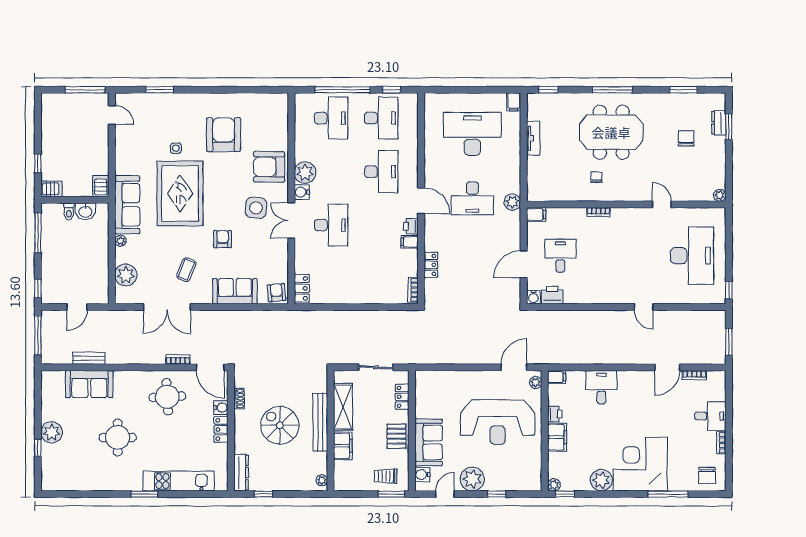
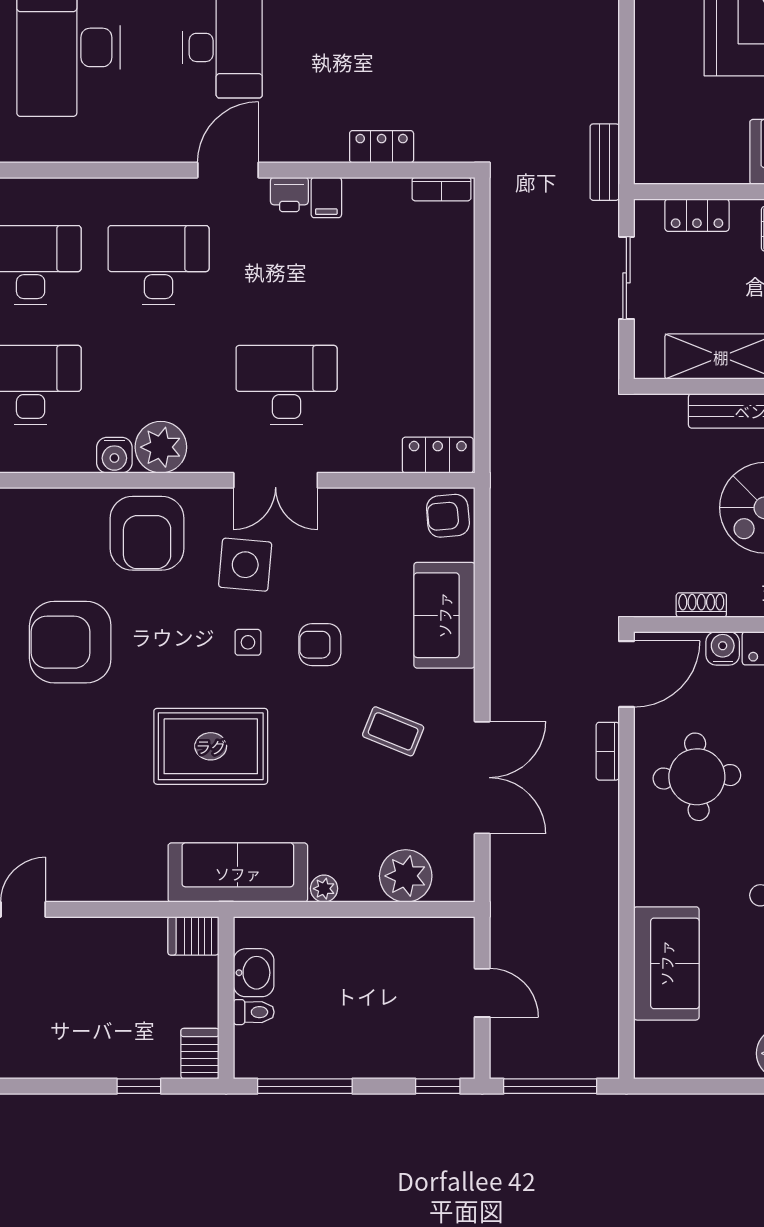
side table: (176, 148) -> (248, 642), moved
water cooler: (302, 192) -> (114, 455), moved
rug: (180, 193) -> (211, 746), width x0.73, depth x0.69
bench: (89, 358) -> (605, 162), moved

